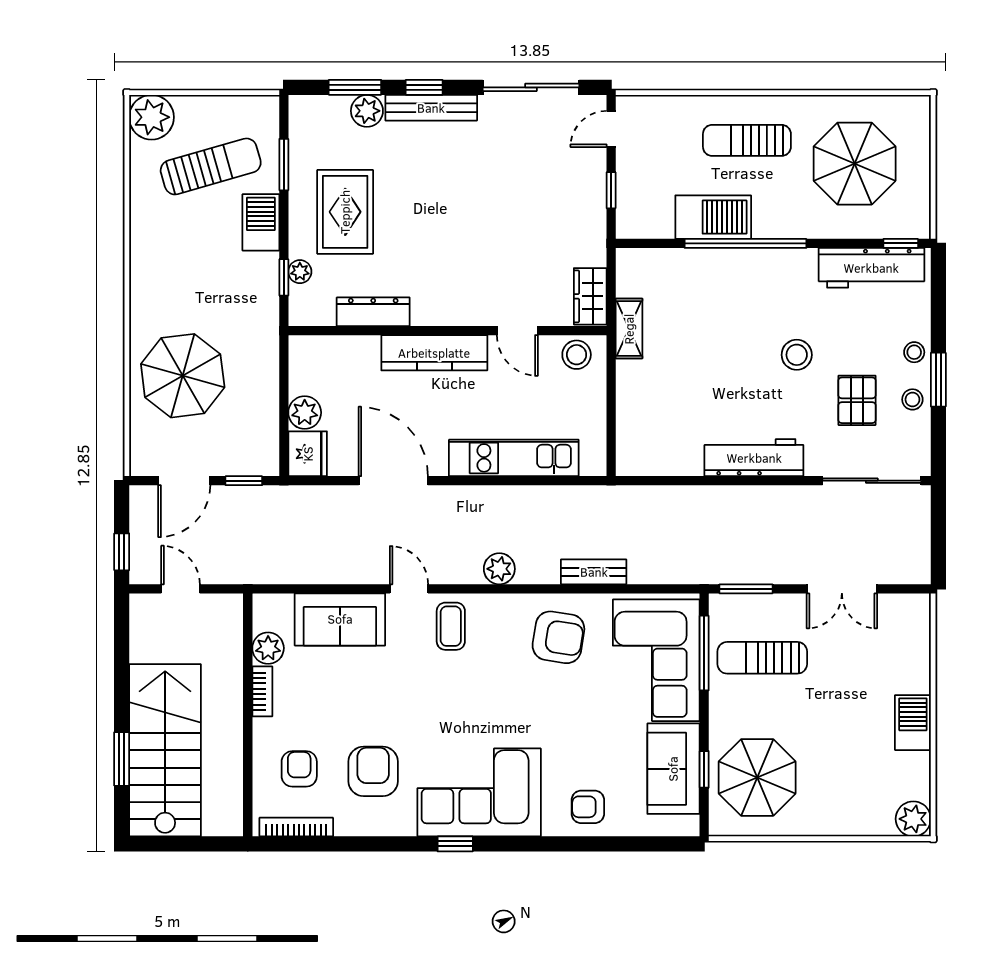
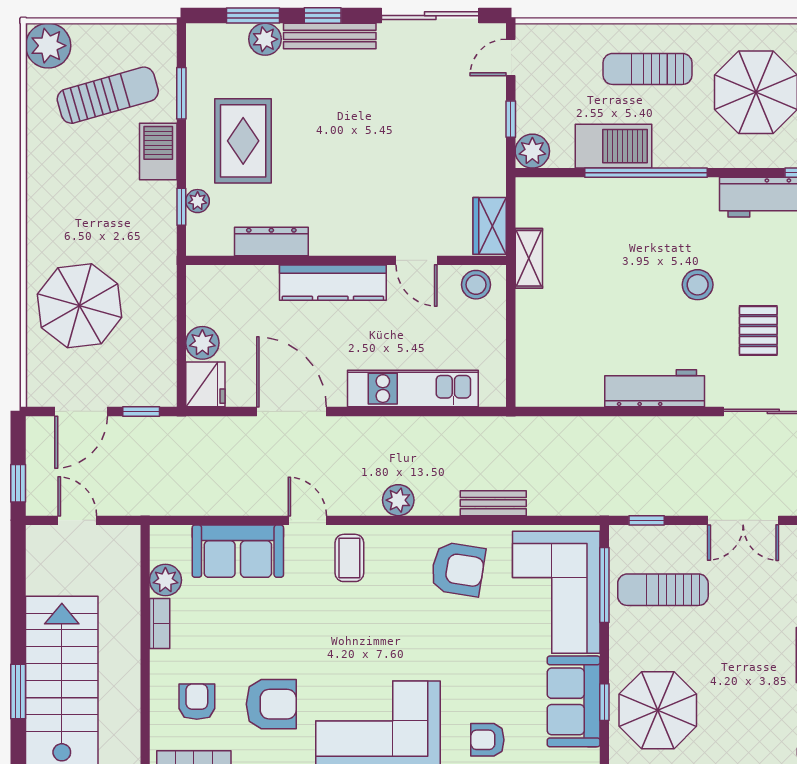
plant: (633, 222) -> (532, 151), added
window: (746, 589) -> (647, 520), width x0.67
armchair: (373, 771) -> (271, 704), turned 90

